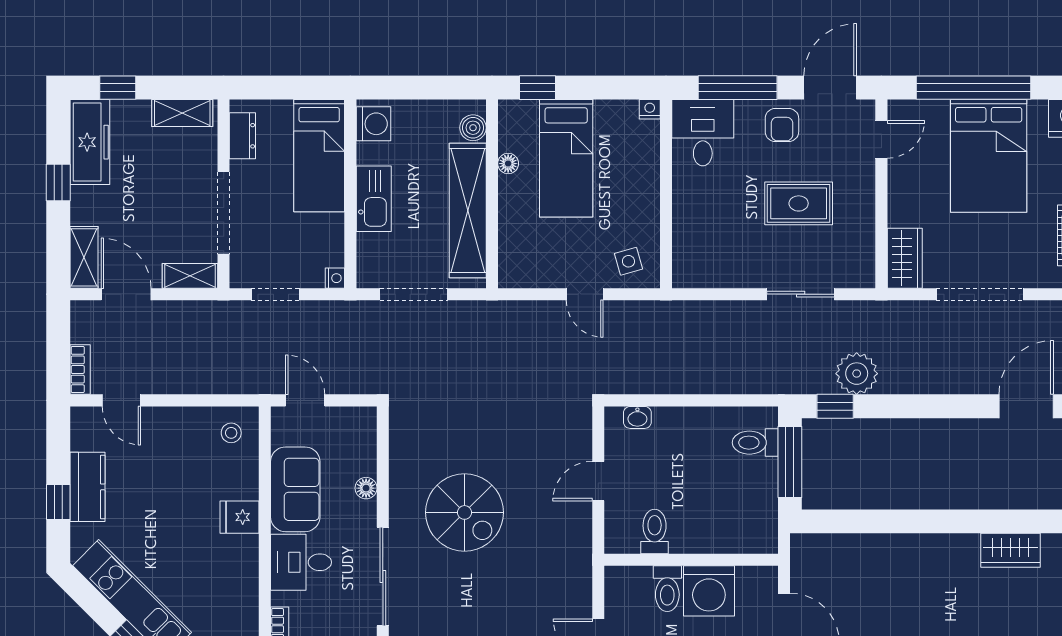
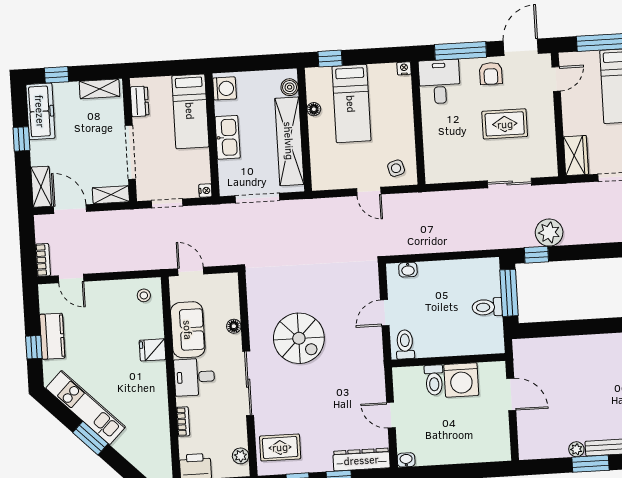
toilet: (755, 443) -> (487, 307), moved
toilet: (655, 531) -> (405, 344), moved

